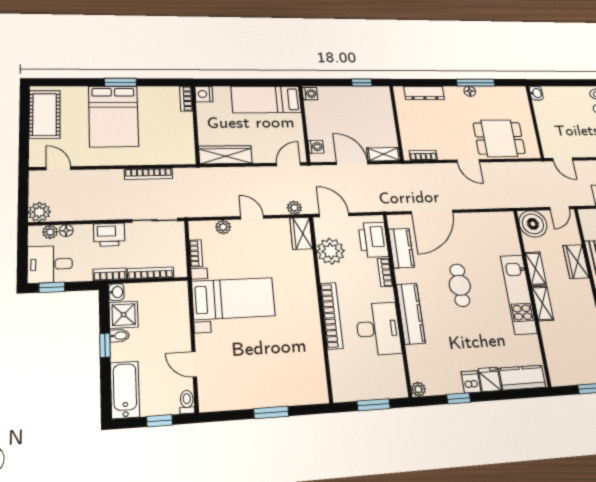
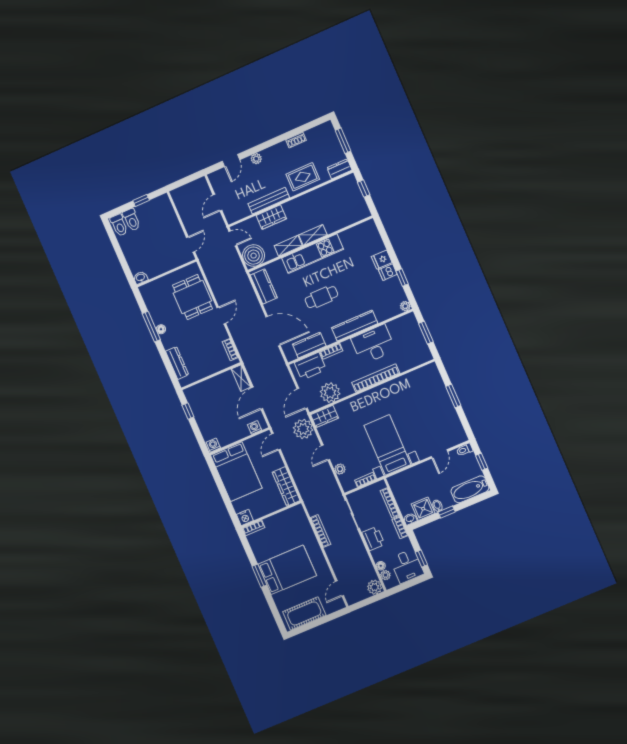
bed: (266, 99) -> (236, 472), width x1.50
door: (289, 164) -> (276, 442), hinge flipped
plant: (294, 208) -> (303, 429), width x1.88, depth x1.88
kitchen counter: (522, 378) -> (264, 286), moved, turned 180

